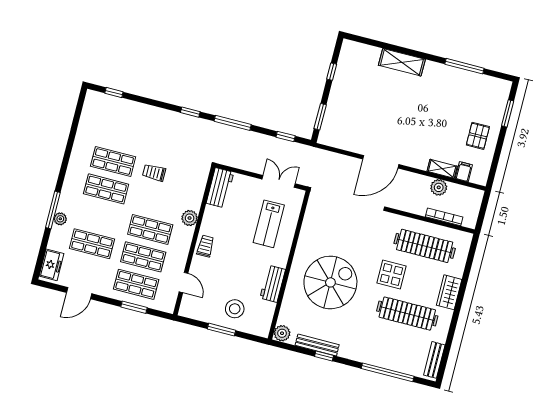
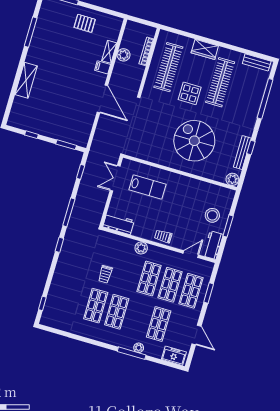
filing cabinet: (464, 172) -> (103, 67), moved
workbench: (273, 284) -> (213, 245), moved, turned 90

